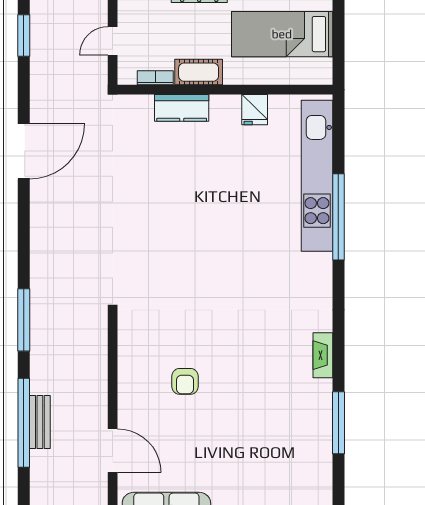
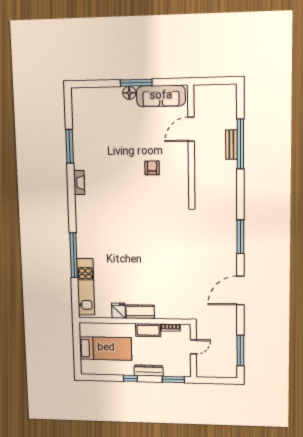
window: (24, 36) -> (240, 350), width x1.44
kitchen counter: (182, 108) -> (140, 312), moved
kitchen unit: (317, 176) -> (86, 287), width x0.73
window: (24, 320) -> (240, 237), moved
door: (113, 451) -> (191, 129), hinge flipped

